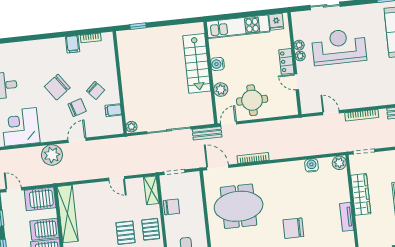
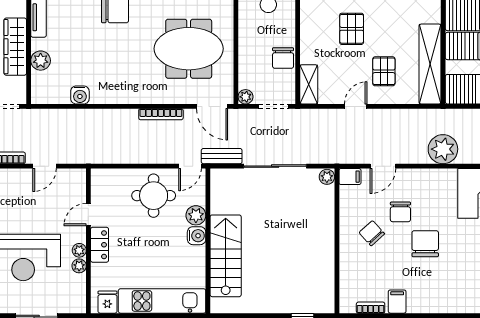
water cooler: (217, 64) -> (197, 236), moved
door: (296, 82) -> (88, 215), swing flipped
chair: (57, 87) -> (425, 244), turned -54
chair: (77, 108) -> (400, 212), turned -73
filing cabinet: (113, 110) -> (350, 177), moved
door: (331, 113) -> (45, 166), hinge flipped
door: (77, 140) -> (383, 166), moved
plant: (339, 163) -> (41, 61), moved
plant: (195, 177) -> (246, 97), added
door: (117, 178) -> (356, 106), hinge flipped
chair: (171, 207) -> (283, 58), turned -90
pallet: (151, 229) -> (384, 71), moved

